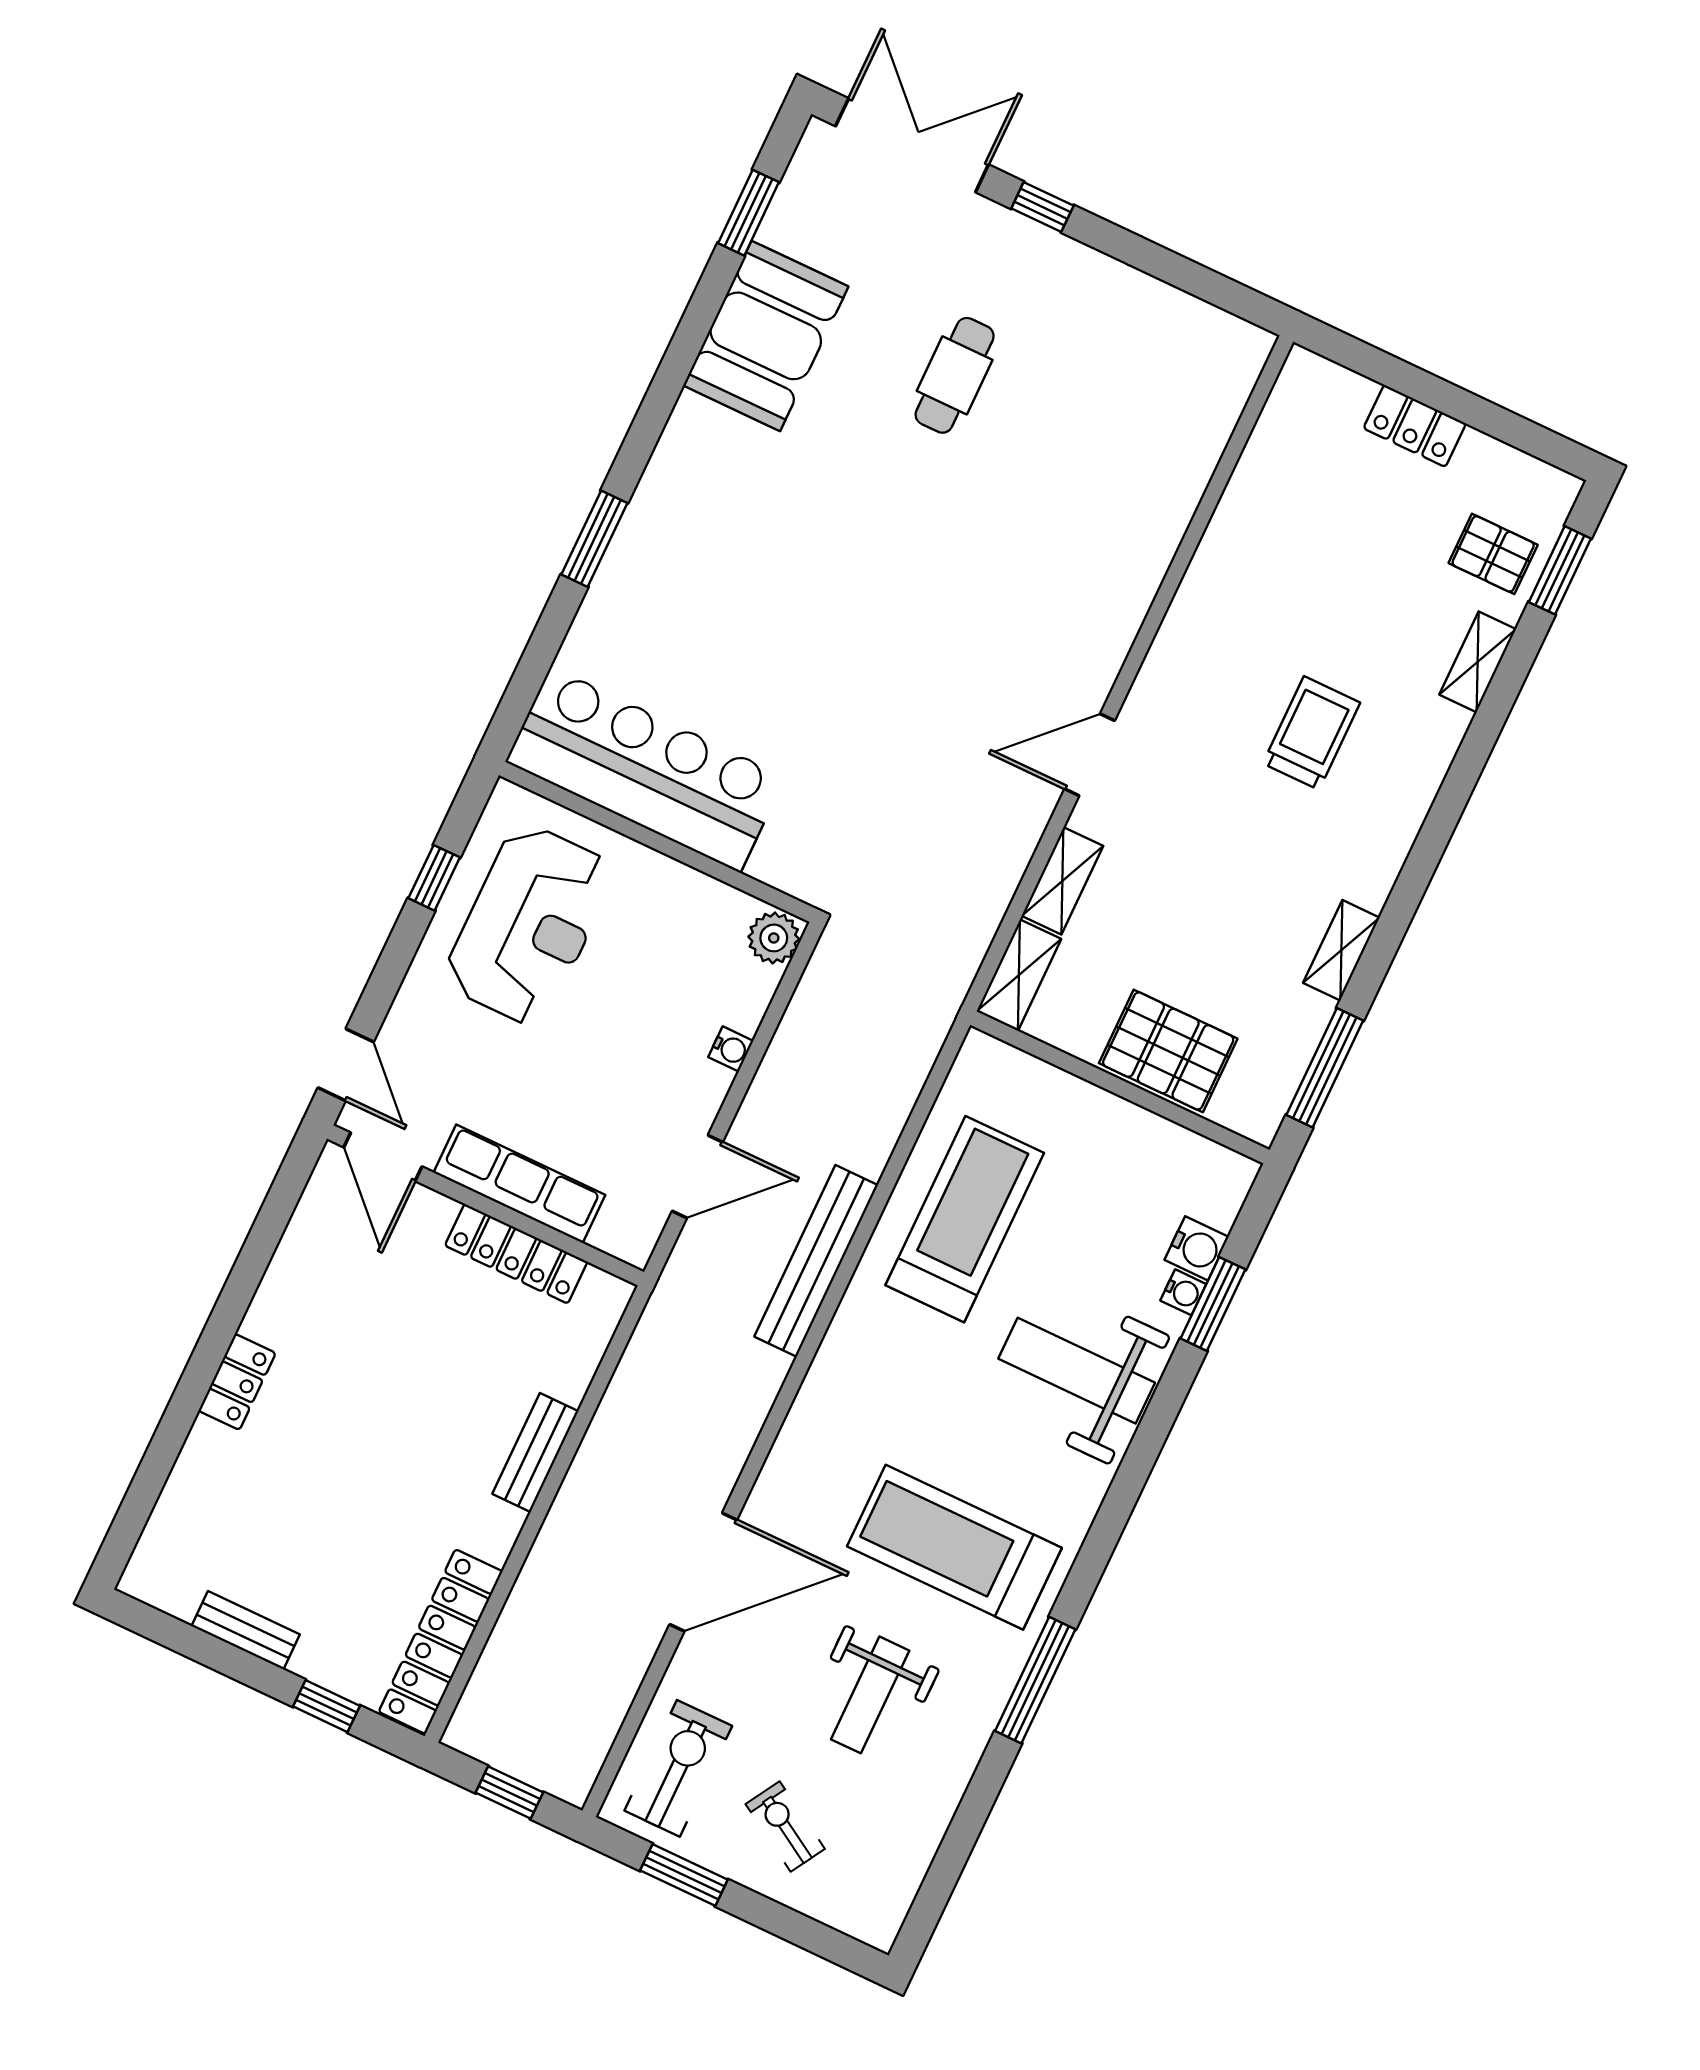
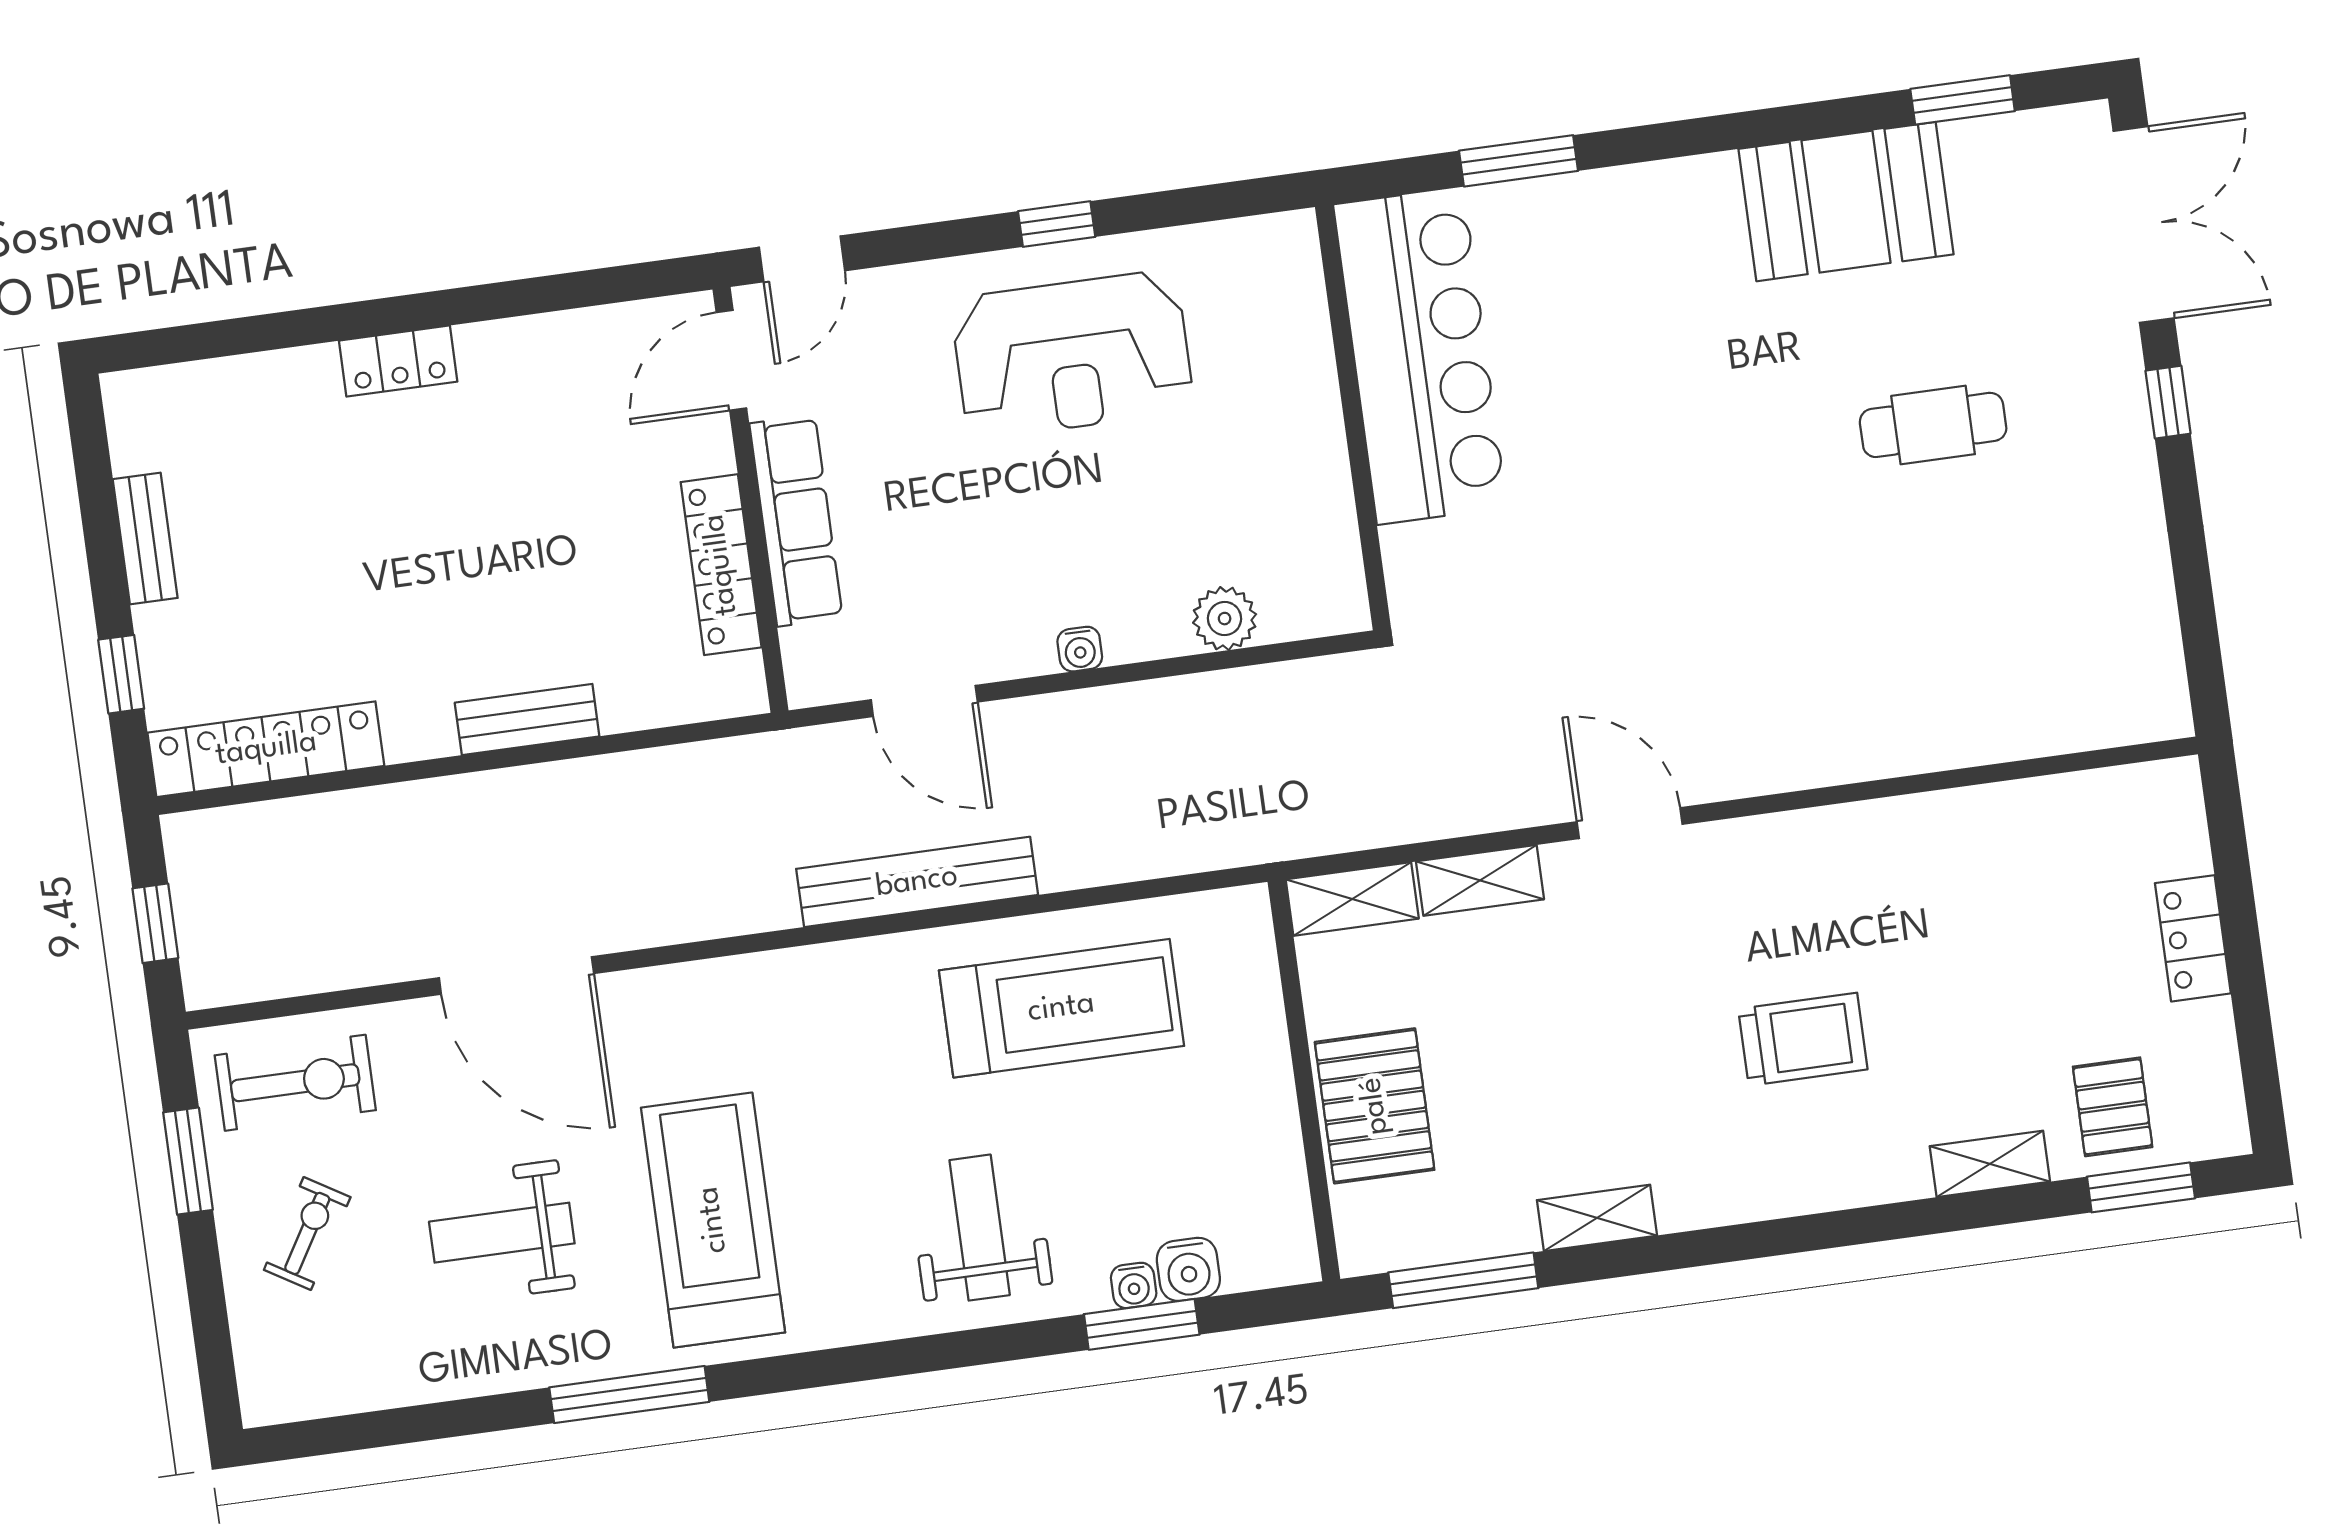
bar counter: (645, 770) -> (1420, 356), moved
wall: (657, 842) -> (1353, 417), moved
weight bench: (1077, 1371) -> (980, 1228), width x0.73, depth x0.75

